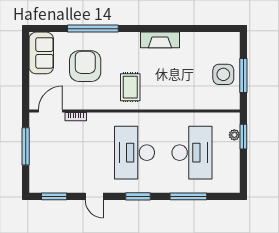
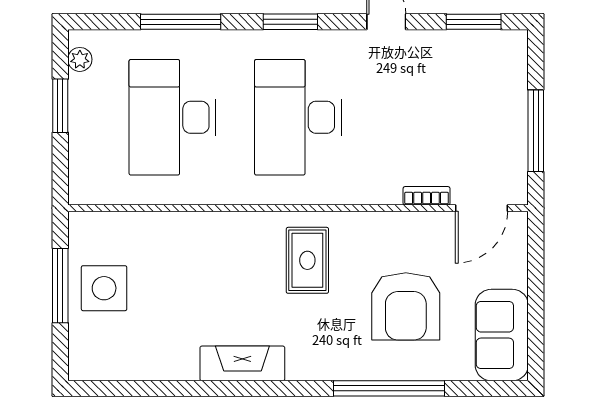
plant: (234, 135) -> (80, 59), moved
window: (243, 137) -> (60, 106), moved
desk: (135, 153) -> (298, 117), turned 180

